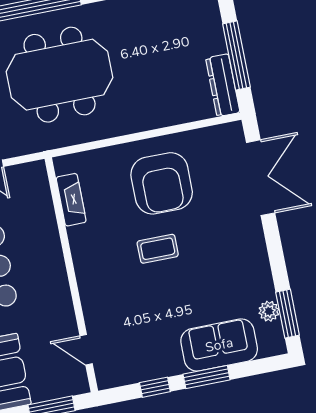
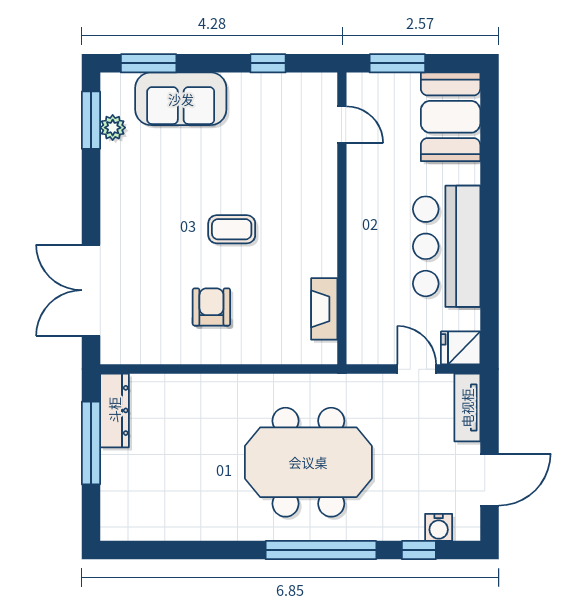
armchair: (162, 183) -> (211, 307), width x0.53, depth x0.53
window: (207, 377) -> (149, 63), moved

